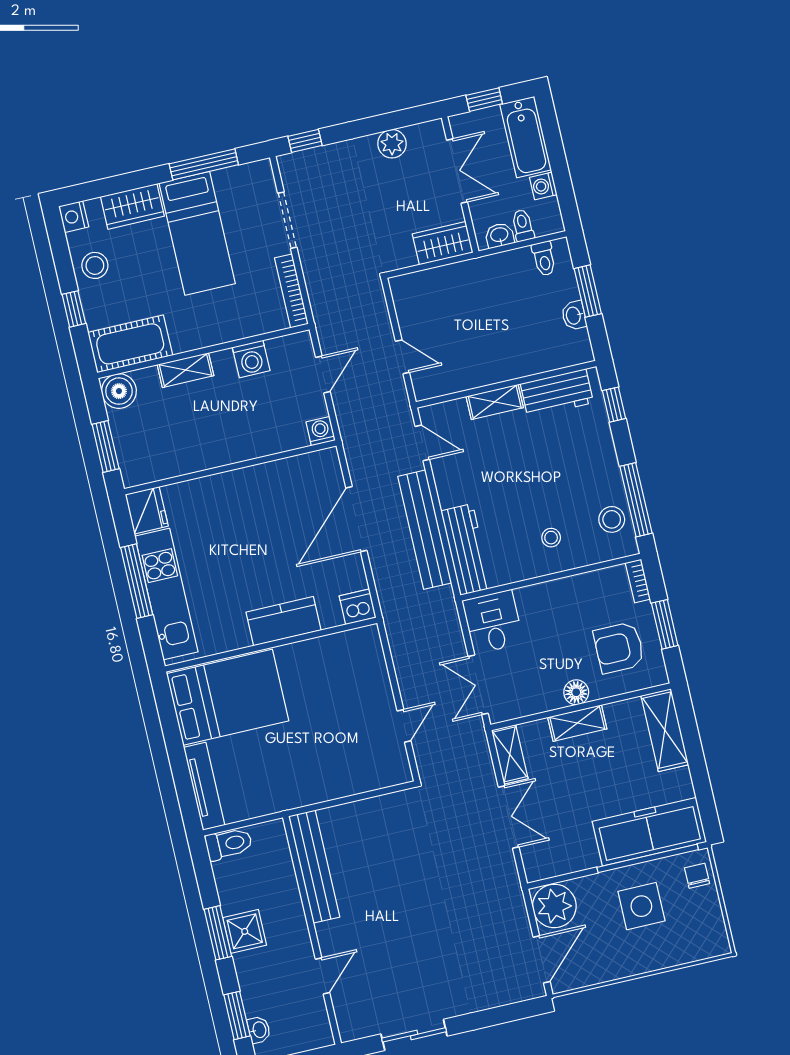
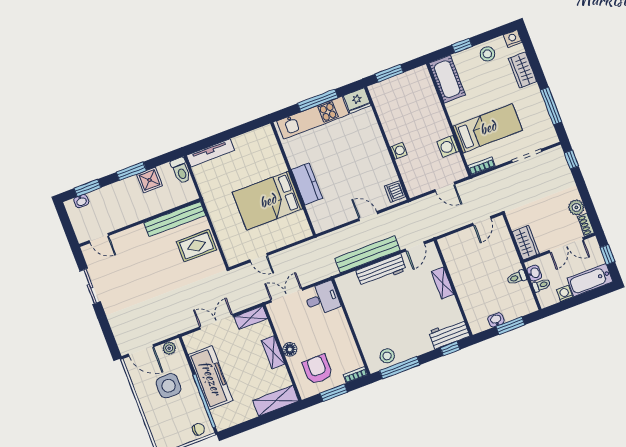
shoe rack: (425, 131) -> (586, 225), added
bed: (197, 233) -> (488, 128), moved, turned 180
toilet: (544, 259) -> (517, 278), moved
bookcase: (291, 291) -> (482, 166), width x0.64
door: (402, 357) -> (482, 221), moved
shelving: (185, 370) -> (437, 111), removed
boiler: (119, 391) -> (420, 76), removed
workbench: (557, 393) -> (449, 334), moved, turned 90
washing machine: (321, 431) -> (399, 151), moved
door: (356, 519) -> (368, 216), width x0.53
stool: (551, 538) -> (373, 324), removed
workbench: (466, 549) -> (381, 270), moved
dishwasher: (358, 607) -> (395, 191), moved, turned 180
bed: (228, 697) -> (268, 201), moved, turned 90
double door: (509, 817) -> (216, 322), swing flipped
freezer: (649, 832) -> (211, 378), moved
rug: (367, 834) -> (196, 246), added
plant: (554, 906) -> (169, 348), width x0.53, depth x0.53
side table: (641, 906) -> (169, 386), moved
shower: (245, 931) -> (149, 180), moved
door: (323, 976) -> (99, 238), moved

